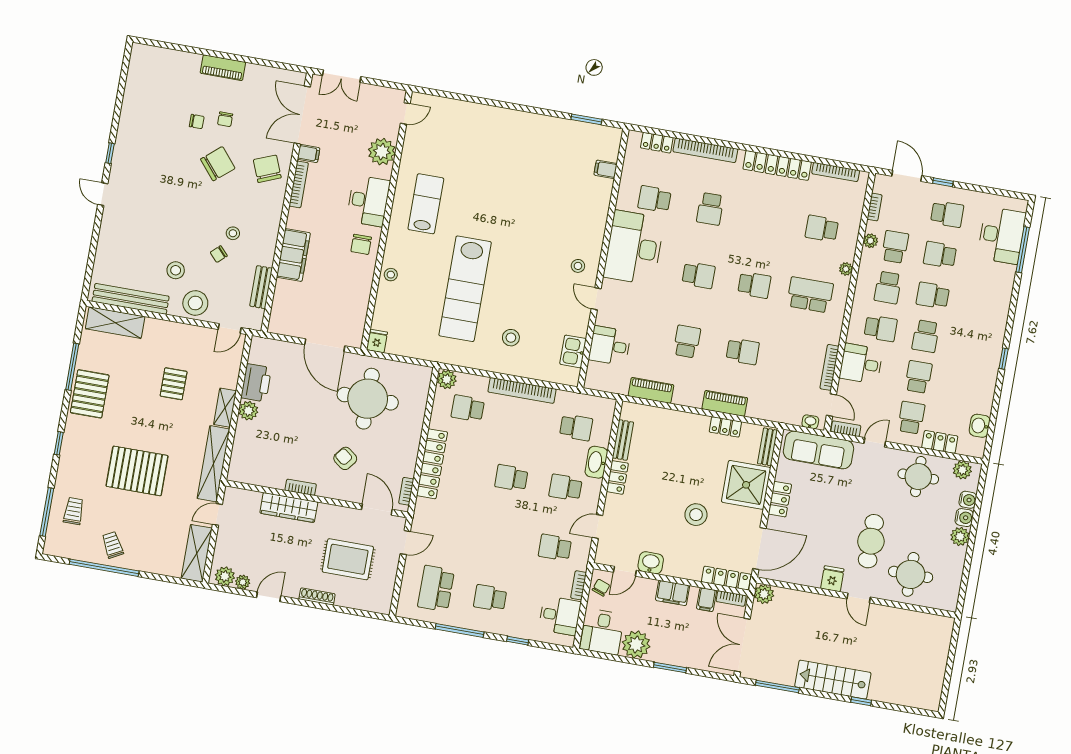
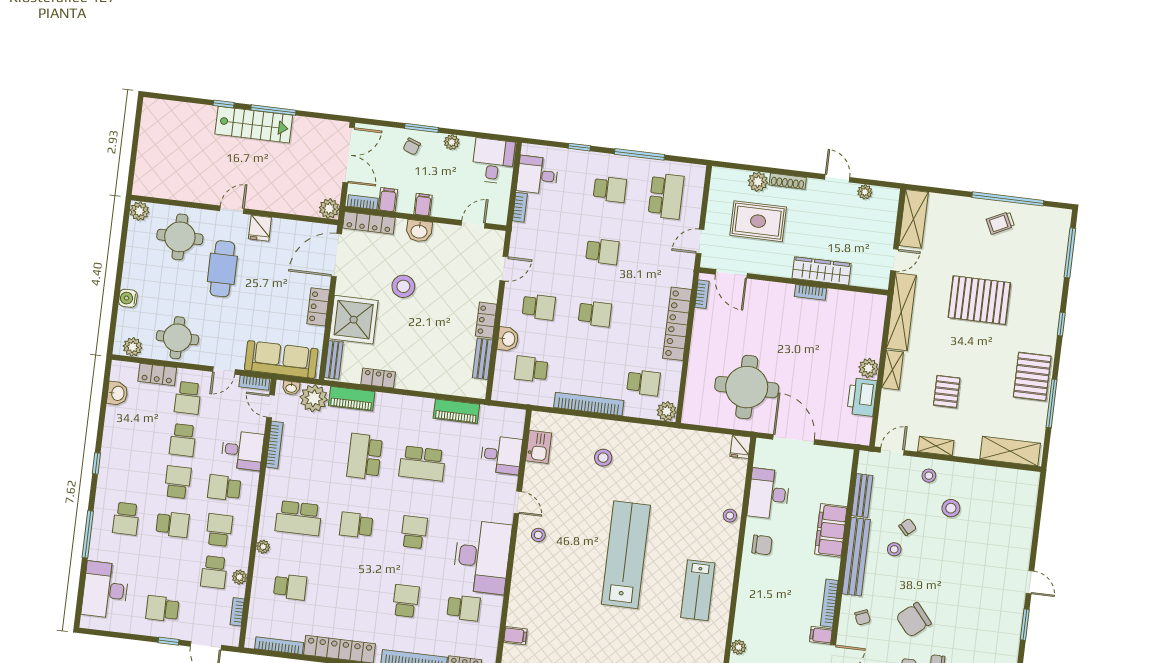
plant: (382, 152) -> (739, 647), width x0.53, depth x0.53
window: (110, 153) -> (1025, 625), width x1.50
chair: (267, 169) -> (863, 617), width x0.54, depth x0.54
desk: (368, 201) -> (769, 494), moved
chair: (361, 244) -> (762, 545), turned 90
window: (1023, 250) -> (88, 534), moved
school desk: (940, 255) -> (126, 519), moved, turned 90
school desk: (699, 275) -> (414, 532), turned 90
lab bench: (465, 289) -> (626, 555), moved
bench: (131, 299) -> (856, 557), moved, turned 90
stool: (195, 303) -> (929, 476), width x0.53, depth x0.53
shelving: (187, 331) -> (936, 446), added
school desk: (687, 341) -> (422, 463), width x1.85
school desk: (743, 351) -> (365, 456), width x1.85
piano: (725, 403) -> (352, 399), moved
plant: (789, 411) -> (314, 398), added
armchair: (345, 458) -> (766, 324), removed
washbasin: (596, 462) -> (508, 339), width x0.72
water cooler: (968, 500) -> (125, 317), removed
trolley: (74, 511) -> (1042, 255), removed
plant: (960, 536) -> (139, 211), moved
trolley: (113, 545) -> (1000, 223), turned 92
school desk: (555, 548) -> (602, 252), moved
washbasin: (651, 563) -> (419, 231), moved
plant: (225, 576) -> (758, 182), moved
chair: (601, 588) -> (412, 146), moved
filing cabinet: (673, 593) -> (423, 205), width x0.50
door: (269, 597) -> (837, 178), swing flipped
door: (859, 598) -> (232, 210), hinge flipped
plant: (636, 644) -> (452, 142), width x0.53, depth x0.53
window: (777, 686) -> (273, 110), moved

